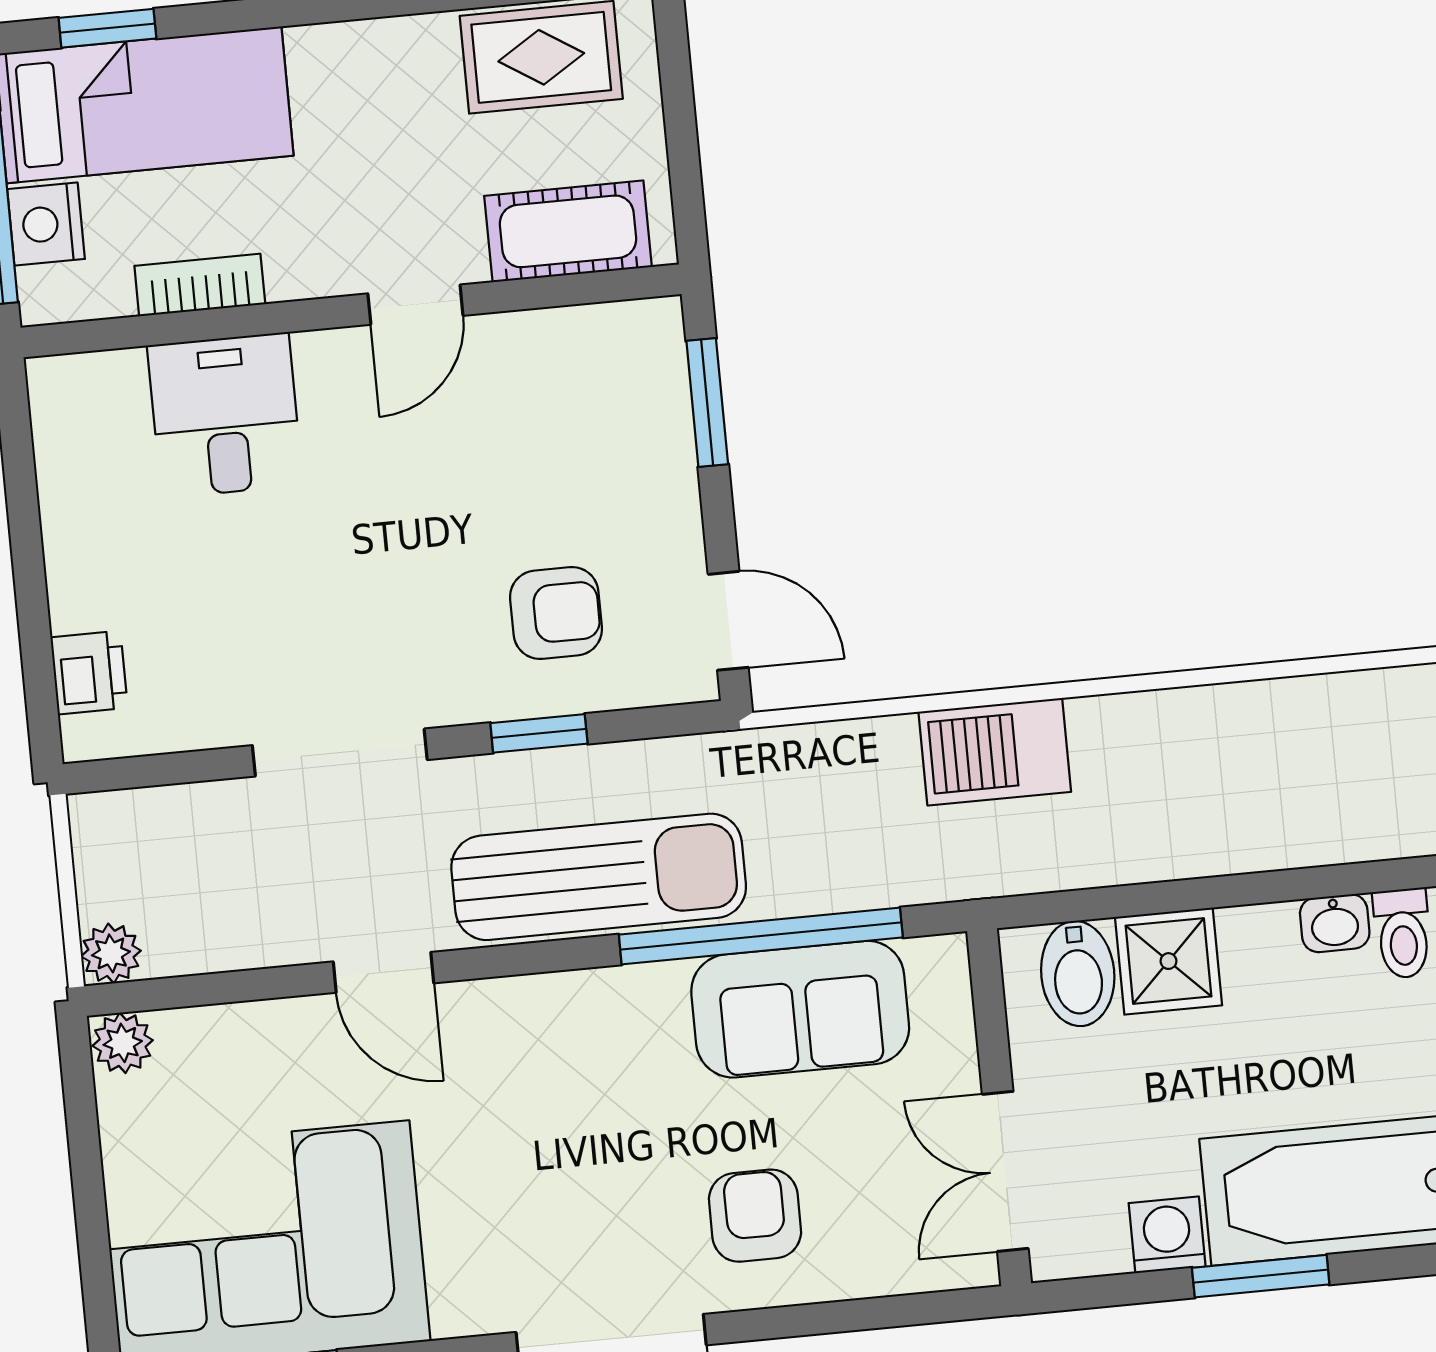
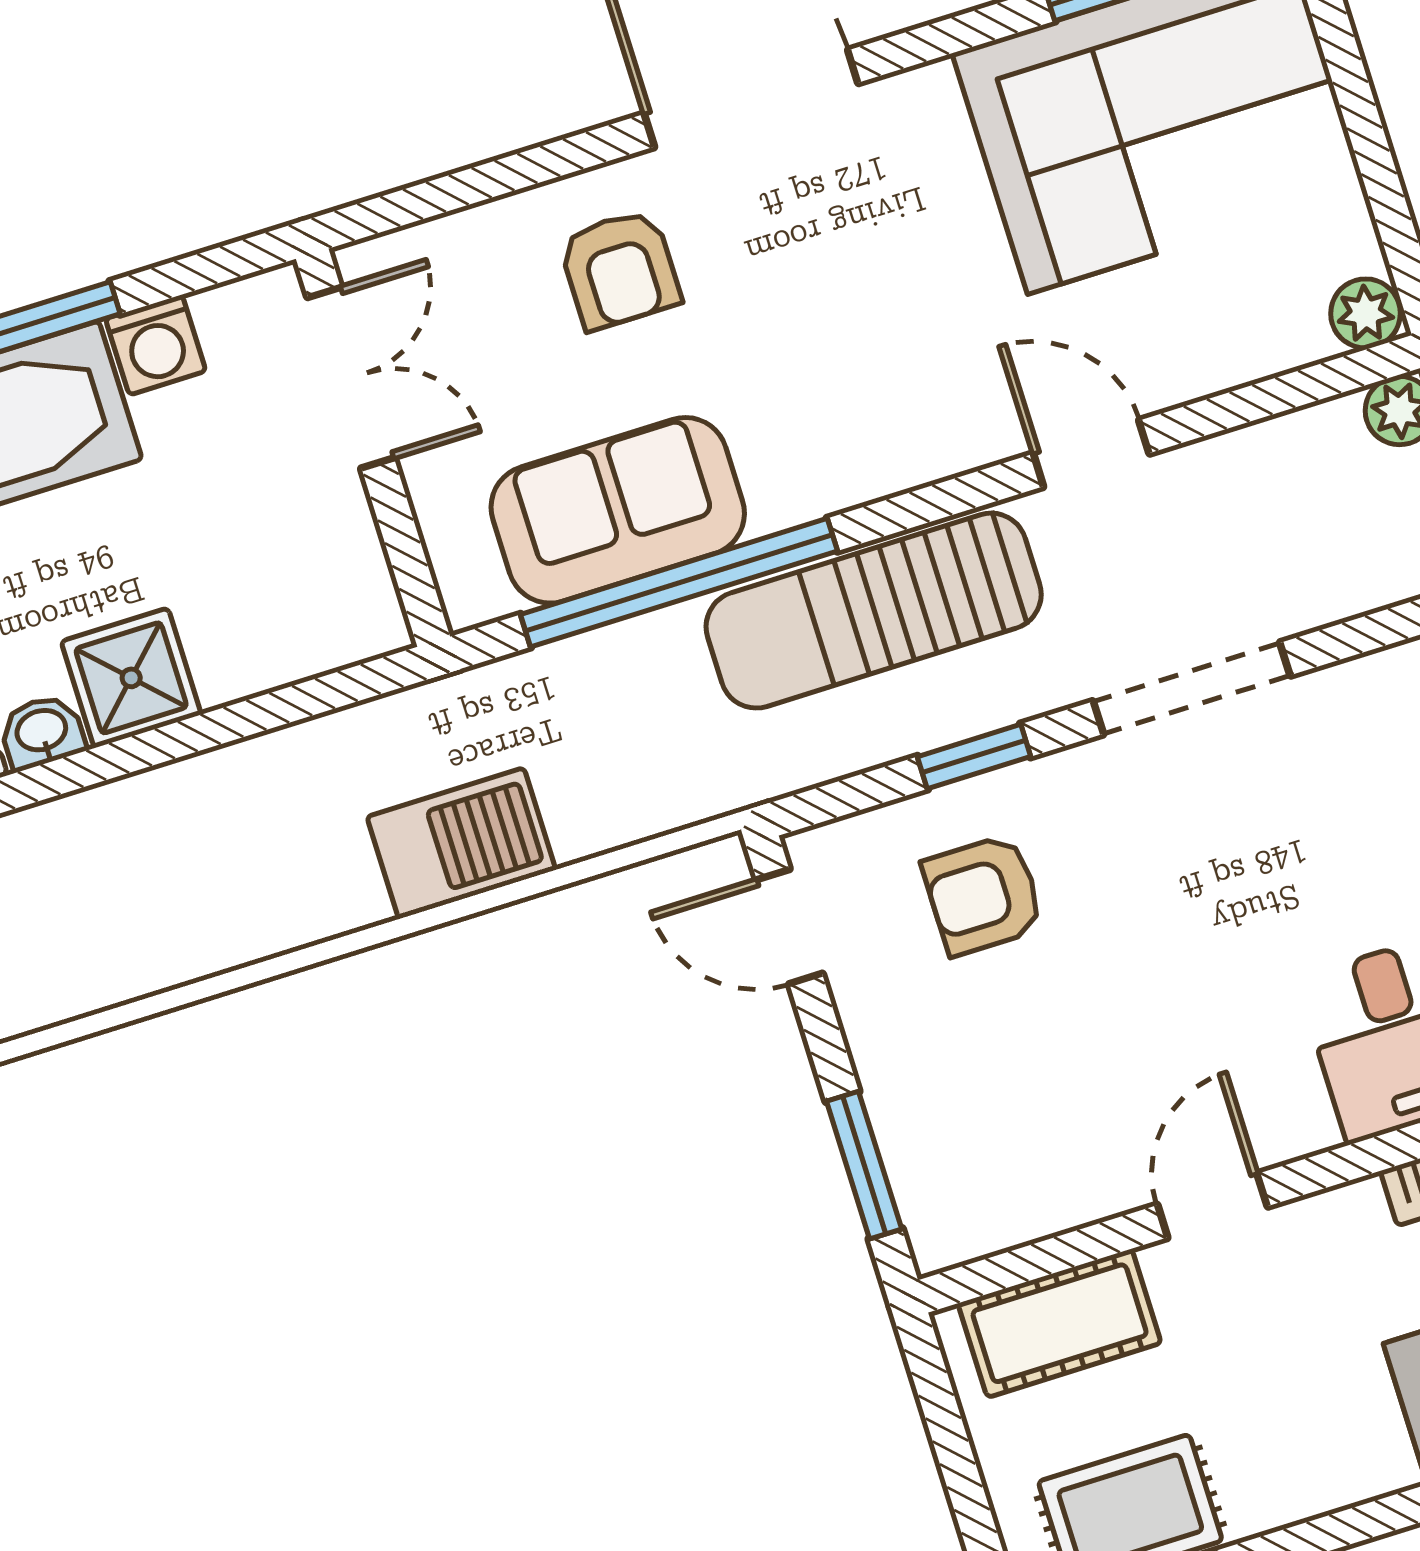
shower: (1169, 961) -> (131, 678), moved
bidet: (1078, 973) -> (317, 615), removed

